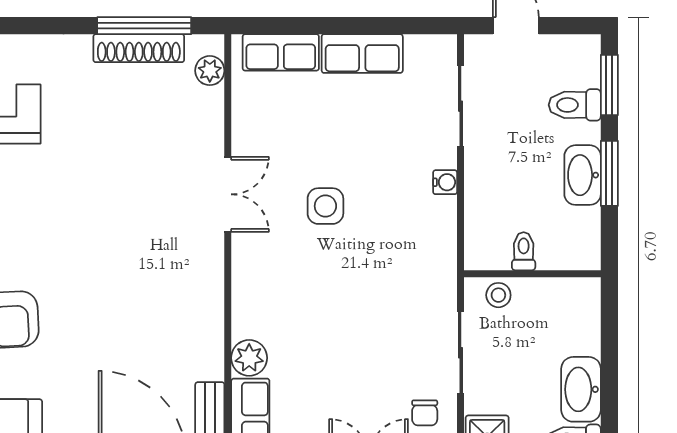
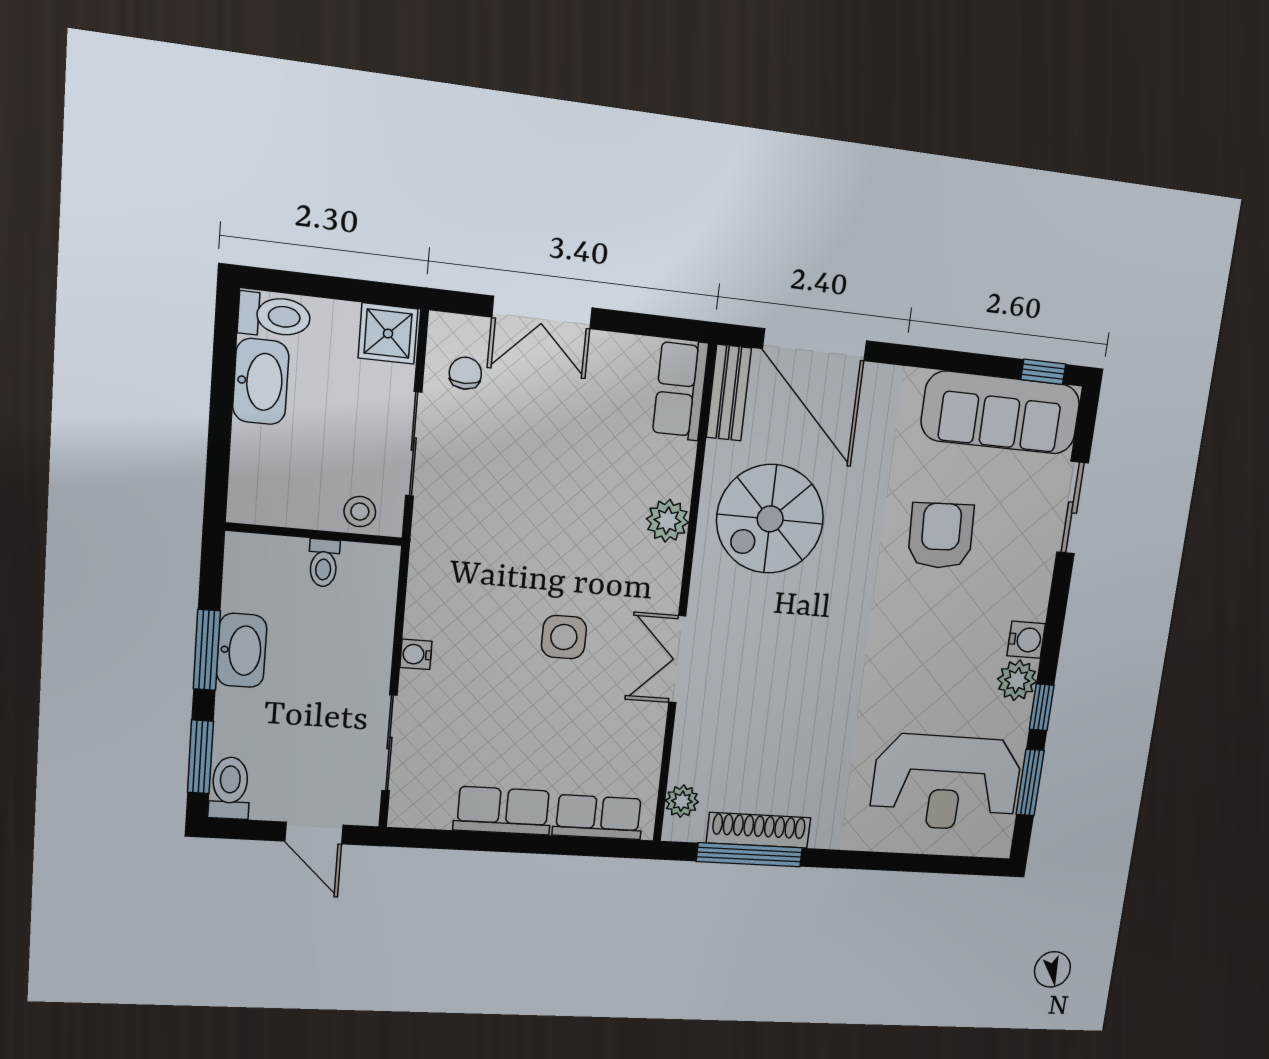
toilet: (575, 105) -> (230, 788), moved, turned -90
spiral stairs: (162, 320) -> (770, 519), added
plant: (249, 358) -> (667, 521), moved

